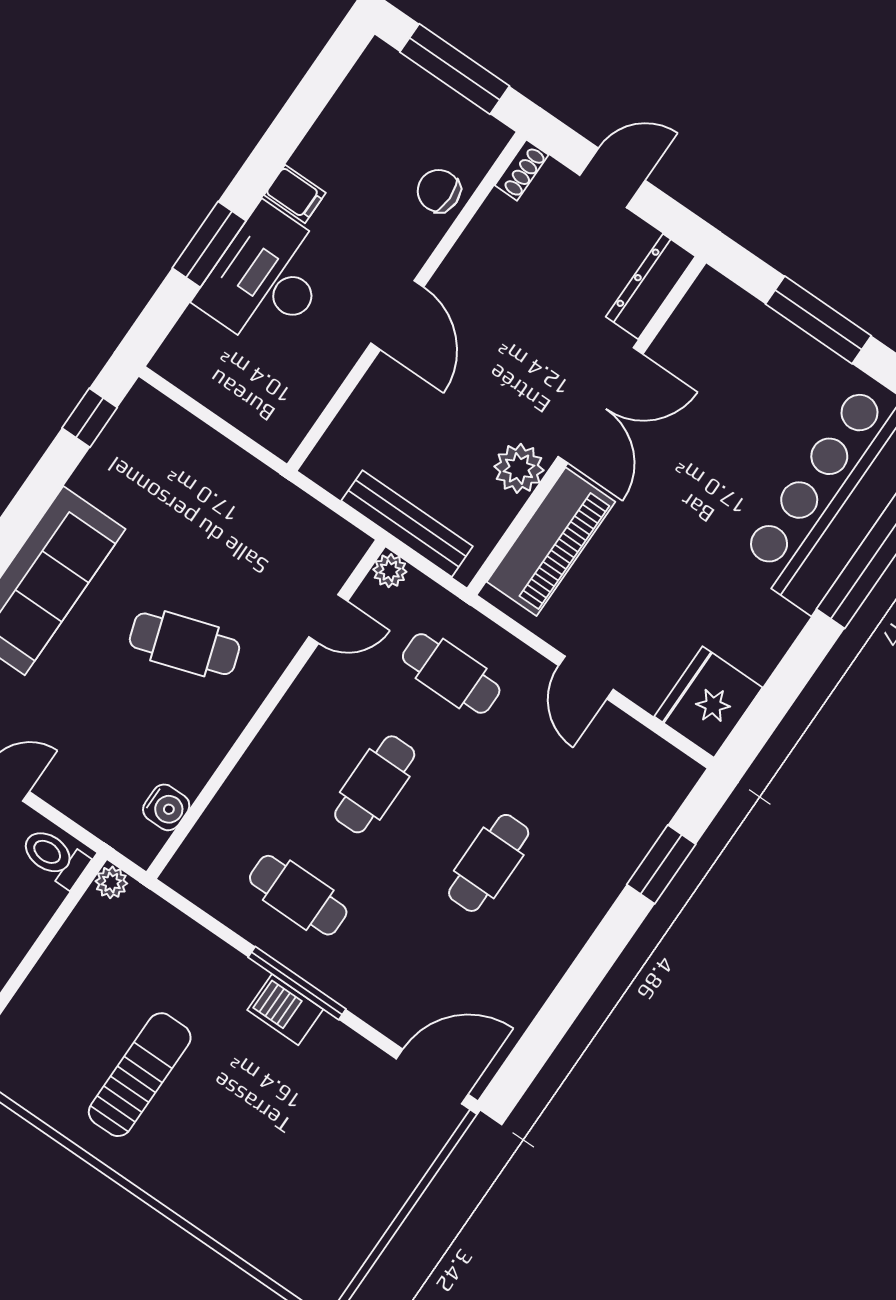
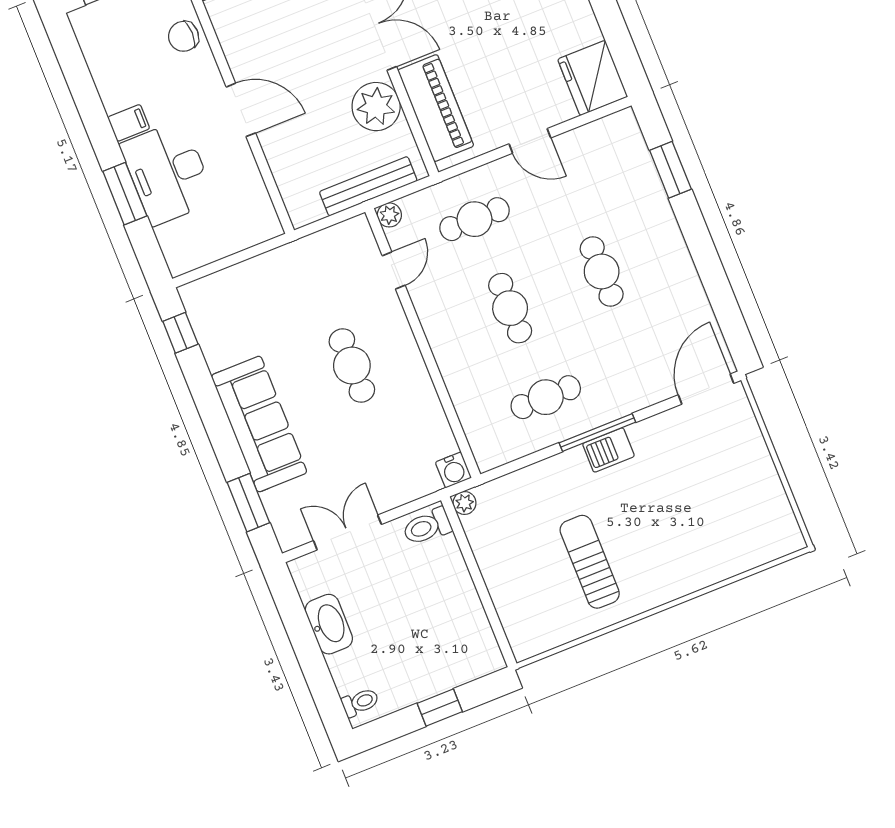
plant: (519, 468) -> (376, 107), width x1.36, depth x1.36
cafe table: (185, 644) -> (352, 366), turned -72
water cooler: (166, 807) -> (453, 470), moved, turned 90

